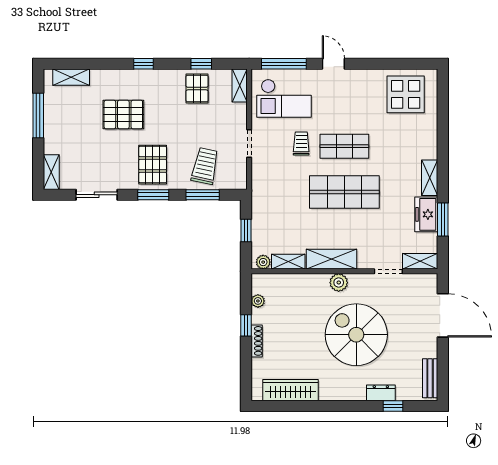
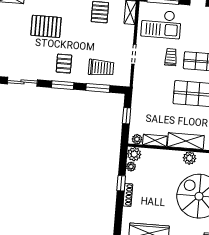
pallet: (153, 165) -> (64, 64), width x0.67, depth x0.71
trolley: (205, 166) -> (101, 68), turned 78
plant: (261, 283) -> (134, 154), added

